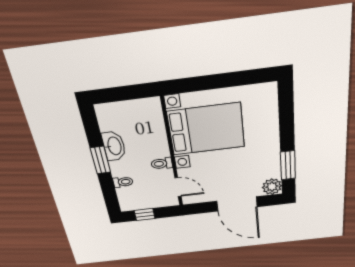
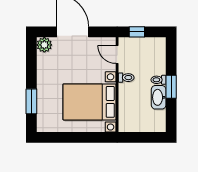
window: (288, 165) -> (31, 101), moved
toilet: (123, 182) -> (158, 80), moved
window: (145, 214) -> (137, 32), moved

